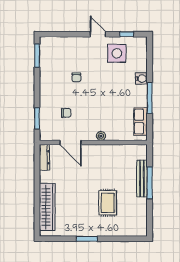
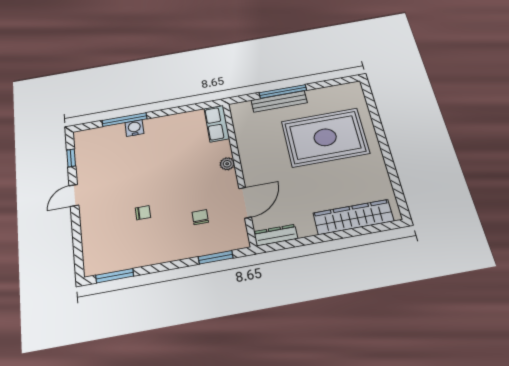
side table: (117, 53) -> (101, 165), removed
window: (150, 98) -> (125, 120), moved
row of seats: (141, 121) -> (217, 123), moved, turned 90
rug: (108, 203) -> (325, 137), width x1.86, depth x2.06
window: (87, 239) -> (387, 154), removed

